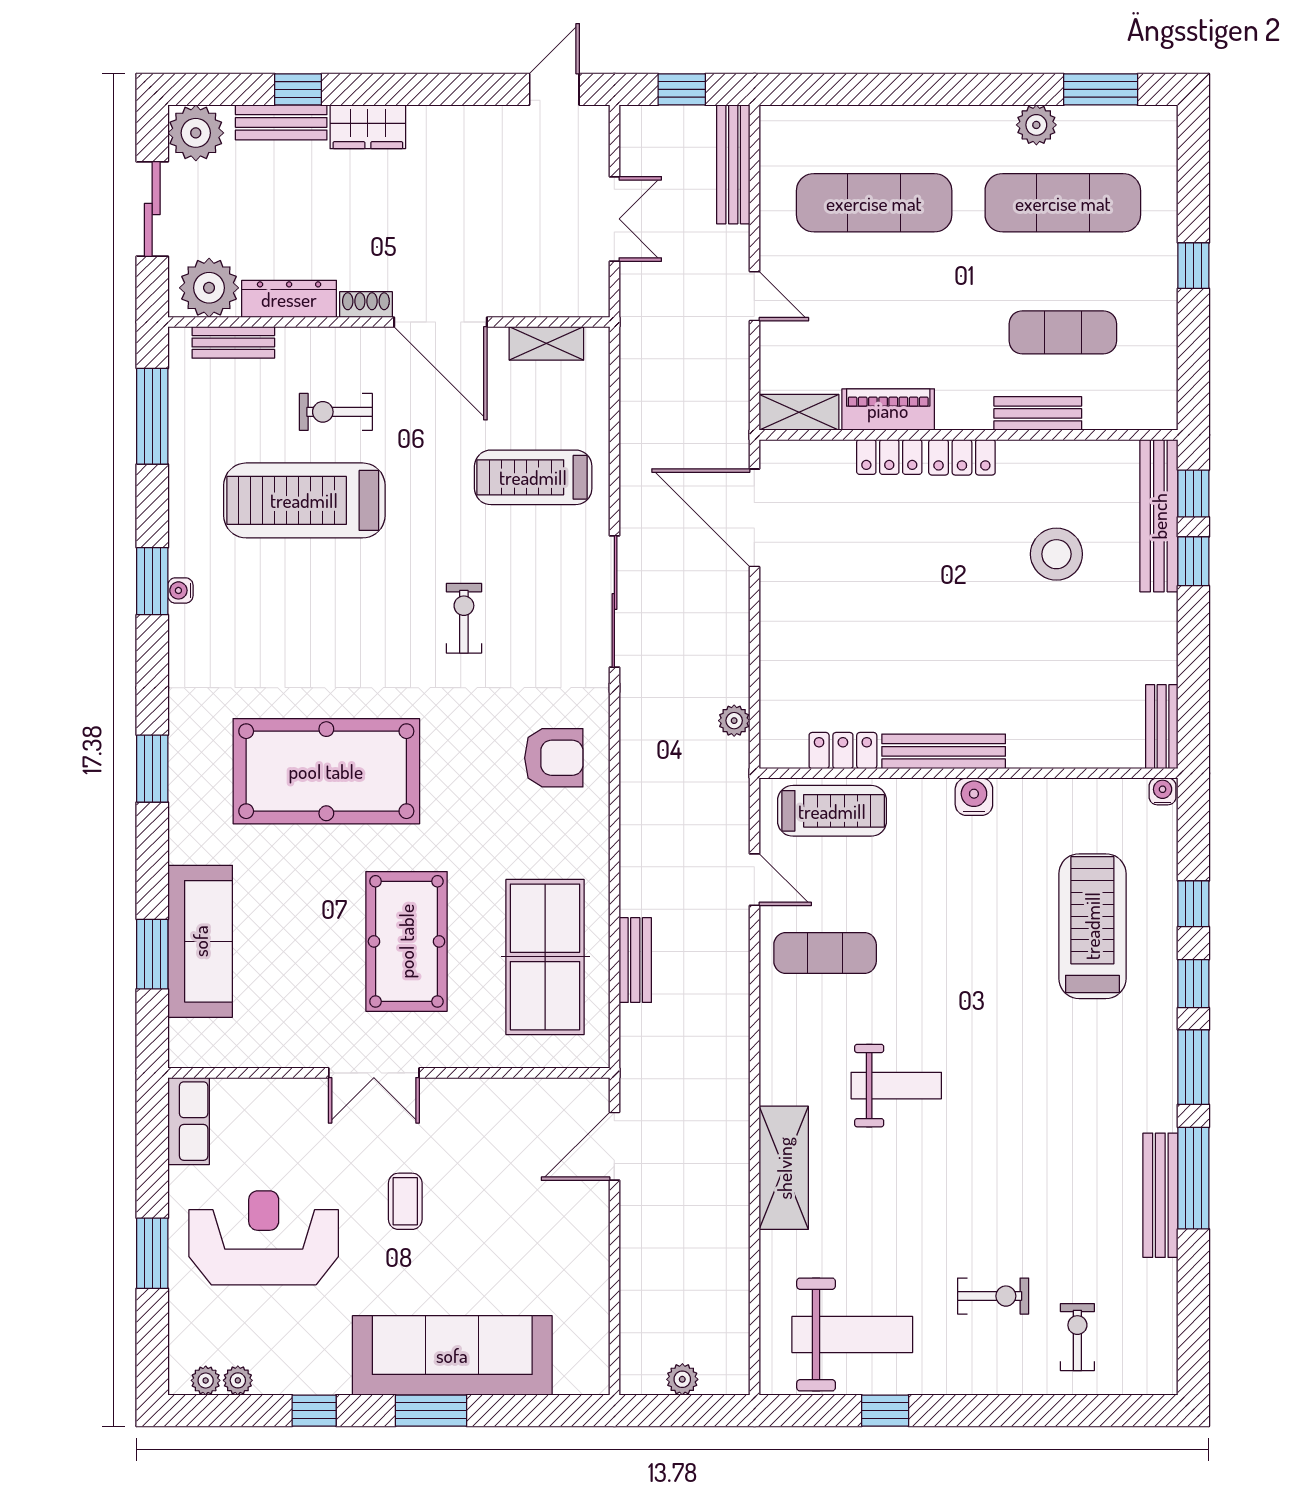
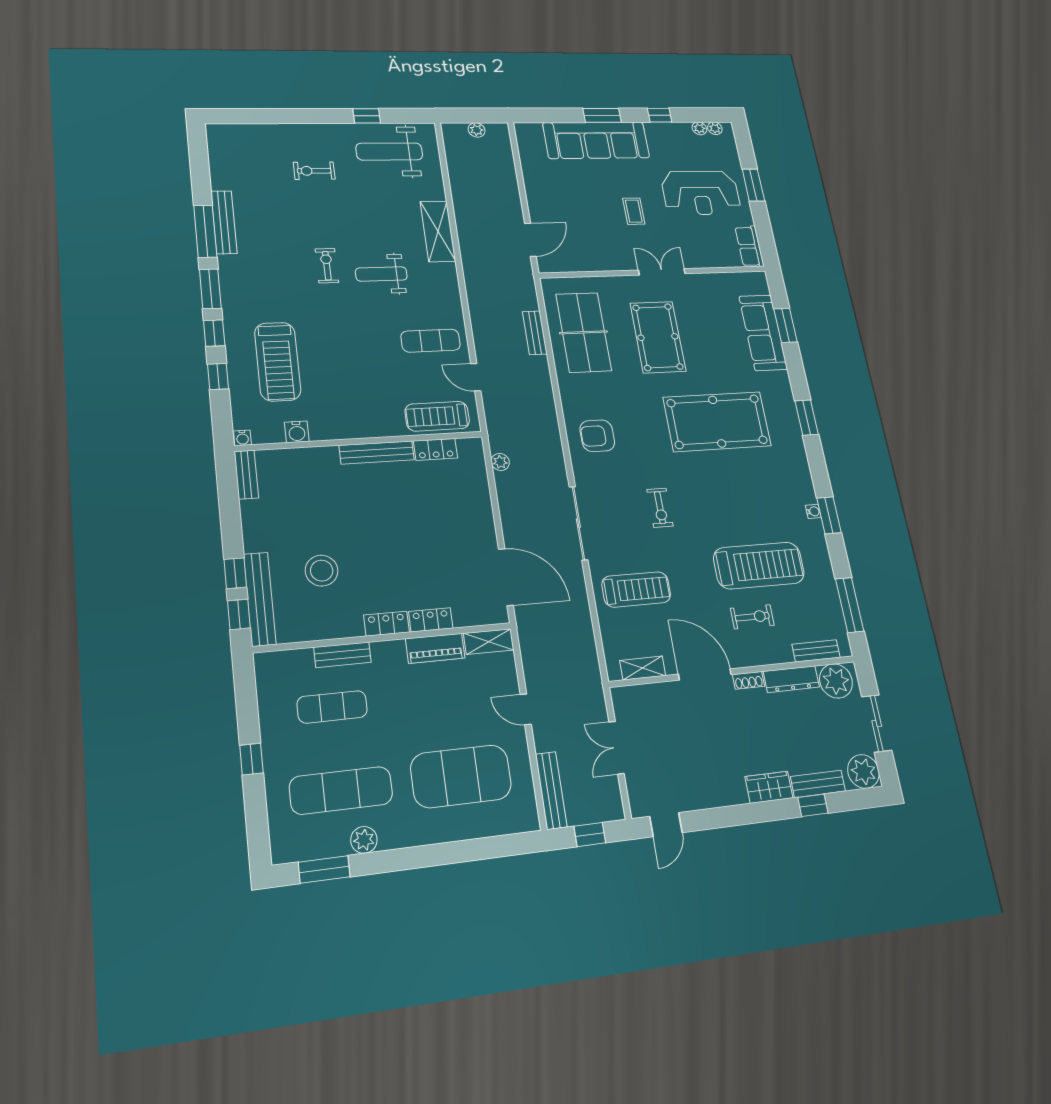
exercise mat: (874, 203) -> (461, 776), width x1.47
water cooler: (974, 797) -> (297, 432), moved
exercise bike: (1077, 1337) -> (327, 266), moved, turned 180

